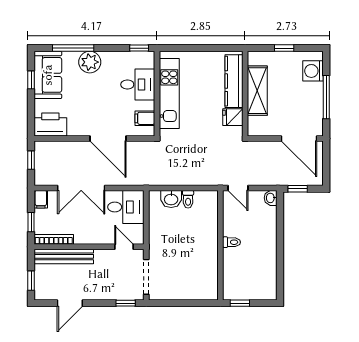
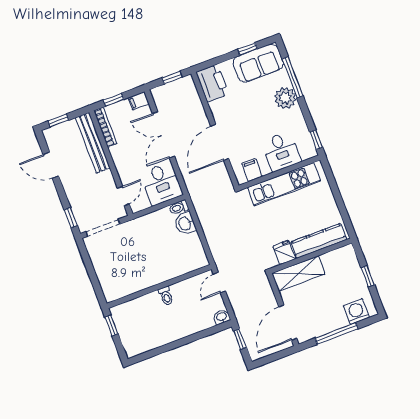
shelving: (257, 91) -> (298, 274), moved
toilet: (188, 199) -> (179, 208), moved

